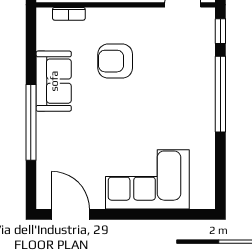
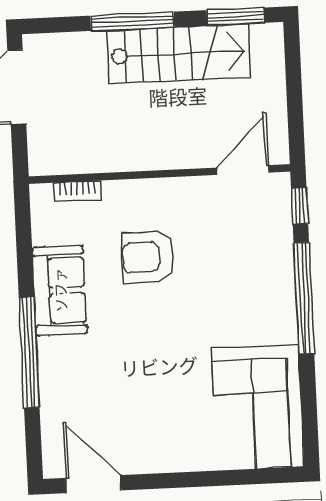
corner sofa: (147, 179) -> (258, 408), moved, turned -90

